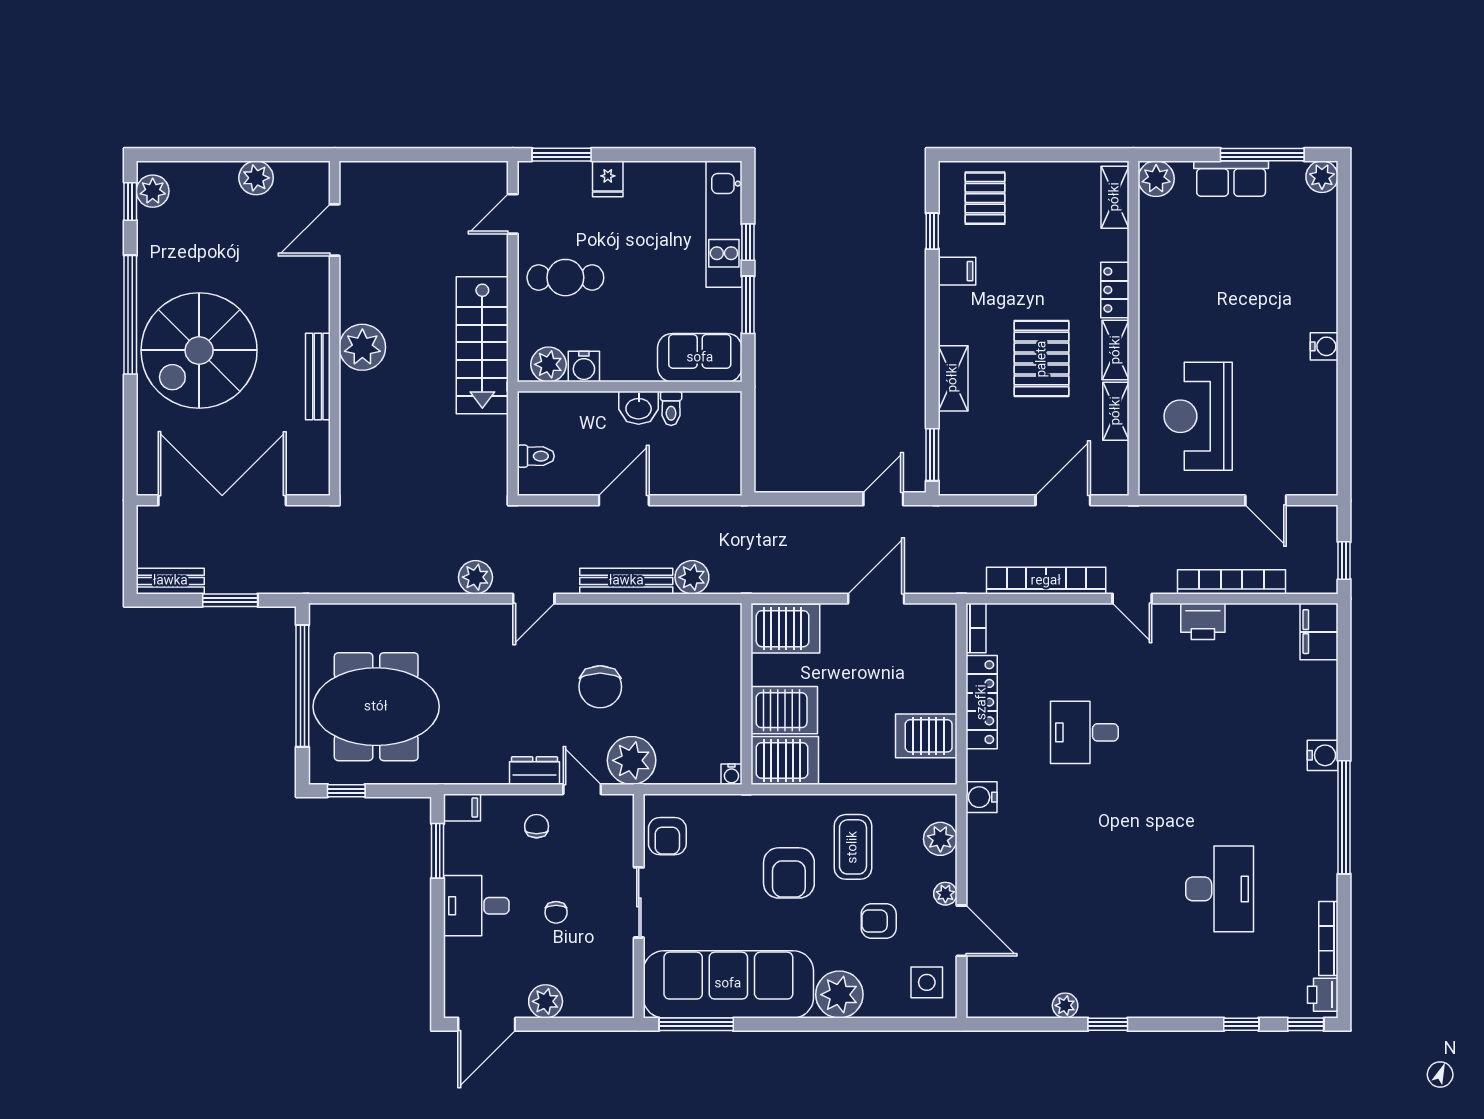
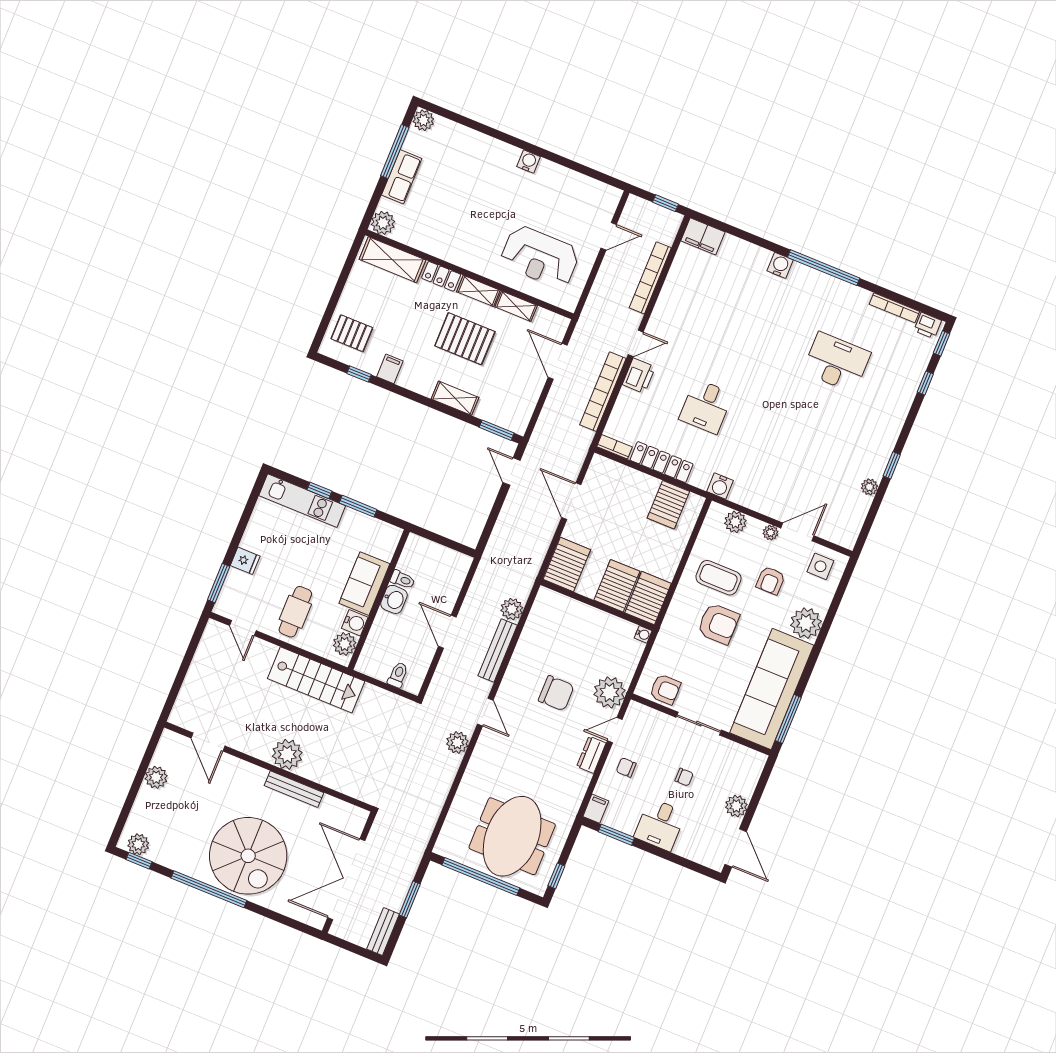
shelving: (1115, 197) -> (392, 260), width x1.50, depth x1.33
sofa: (700, 358) -> (364, 584), moved
printer: (1203, 621) -> (639, 376), moved

